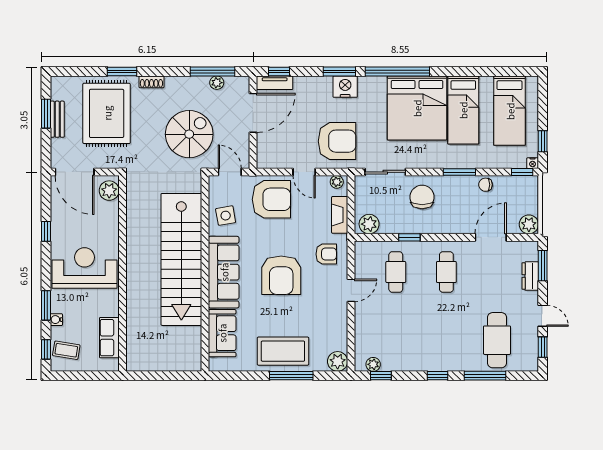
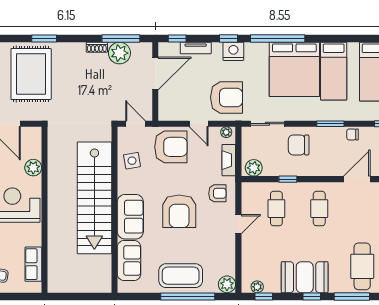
window: (339, 72) -> (229, 38), width x0.67
shoe rack: (151, 82) -> (97, 47), moved
plant: (217, 83) -> (119, 53), width x1.87, depth x1.87
tv unit: (275, 83) -> (196, 48), moved
spiral stairs: (189, 134) -> (101, 92), removed
plant: (109, 191) -> (33, 168), moved
chair: (422, 197) -> (299, 145), turned -90
sofa: (224, 272) -> (130, 217), width x0.73
booth: (429, 353) -> (305, 277), added
window: (291, 376) -> (188, 296), width x1.46

